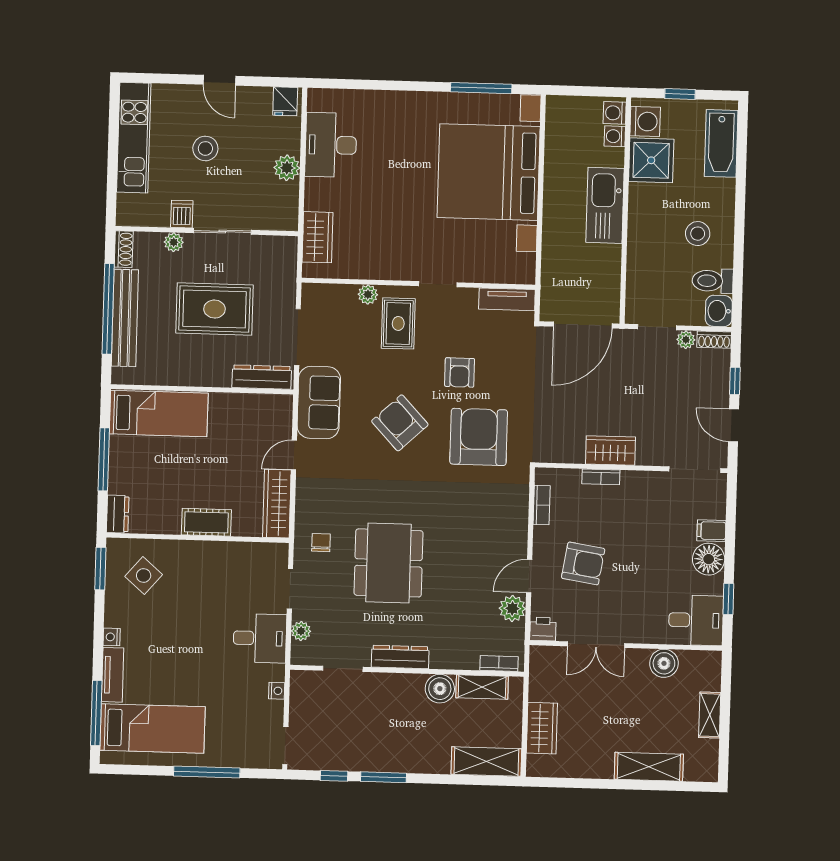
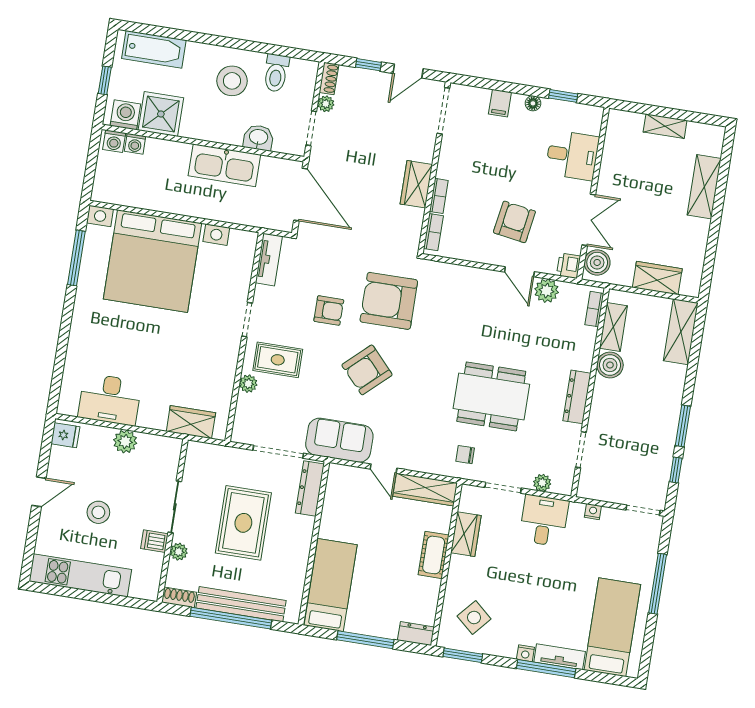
kitchen sink: (605, 205) -> (224, 165), moved
stool: (698, 234) -> (232, 81), width x1.38, depth x1.38
washbasin: (719, 311) -> (258, 138), moved, turned 180
bookcase: (542, 505) -> (433, 232), moved, turned 90
wardrobe: (234, 555) -> (466, 534), added
floor lamp: (709, 559) -> (533, 103), width x0.53, depth x0.53
desk: (696, 620) -> (572, 155), moved, turned 90
boiler: (664, 663) -> (597, 262), moved
window: (96, 713) -> (546, 669), moved

